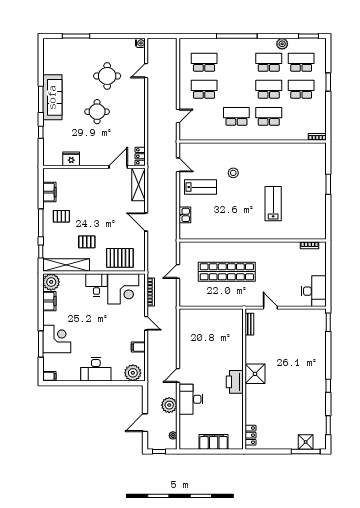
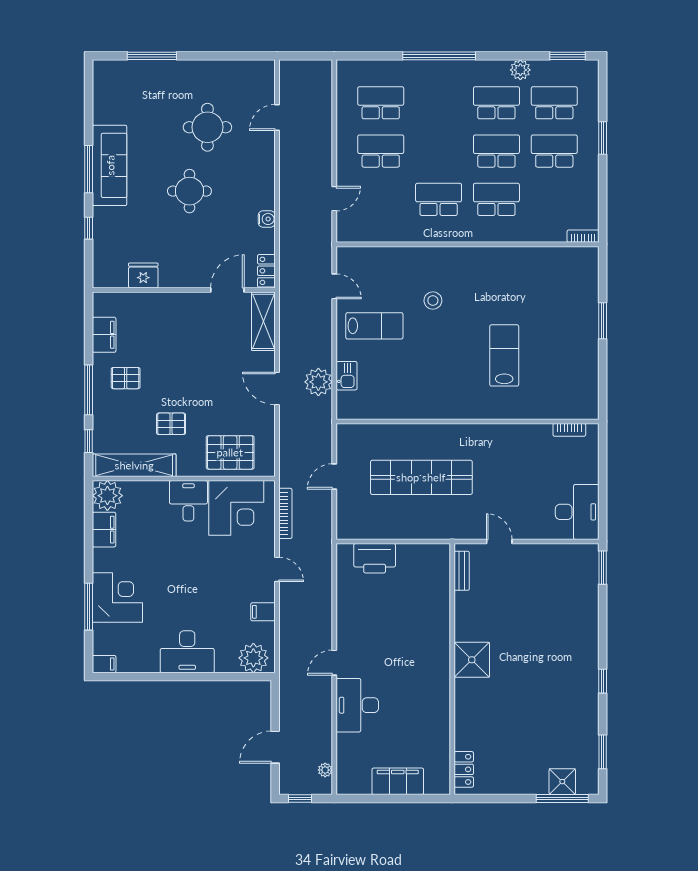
water cooler: (140, 43) -> (267, 219), moved
printer: (235, 382) -> (375, 558), moved, turned -90
plant: (169, 405) -> (318, 382), moved

